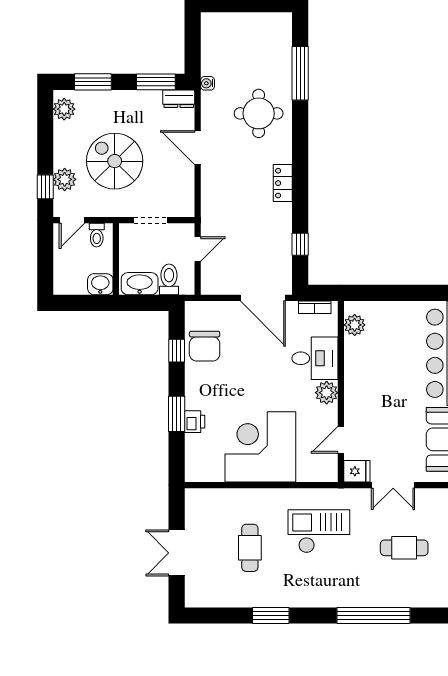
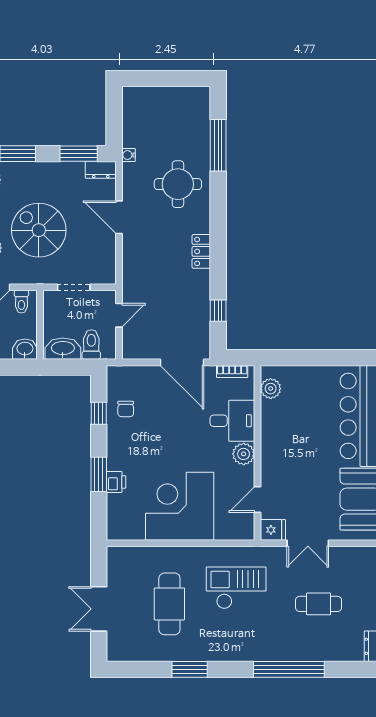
chair: (205, 346) -> (126, 409), width x0.54, depth x0.54
cafe table: (250, 548) -> (169, 604), width x1.37, depth x1.35

